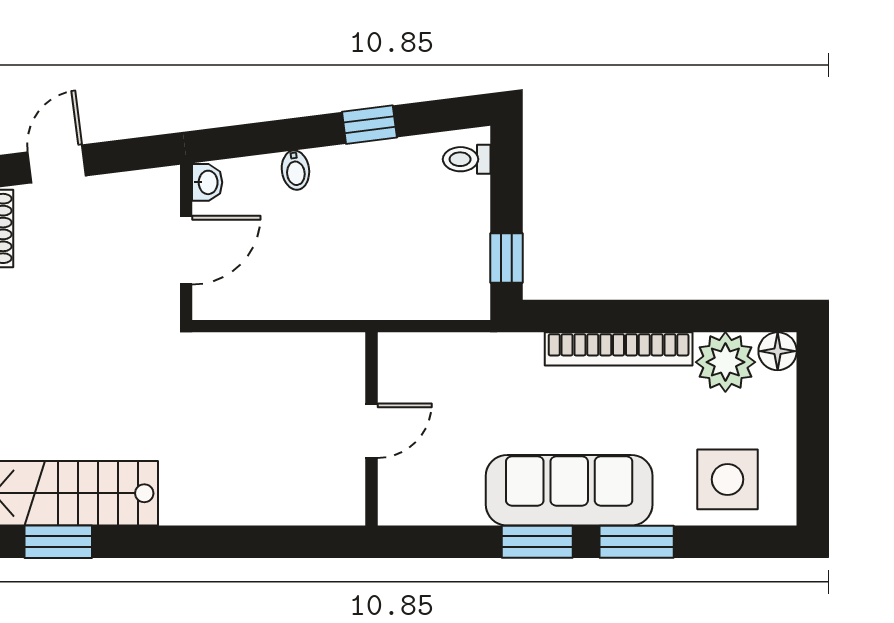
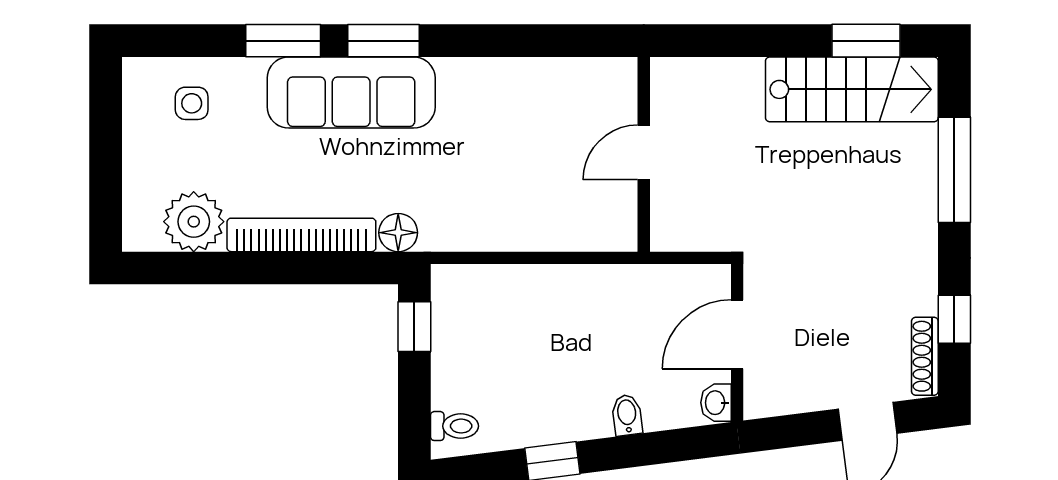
floor lamp: (778, 351) -> (398, 233), moved
wall: (372, 429) -> (644, 154), moved
door: (372, 431) -> (644, 152), moved
side table: (727, 479) -> (192, 103), width x0.54, depth x0.54

